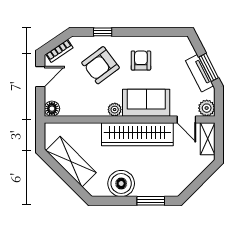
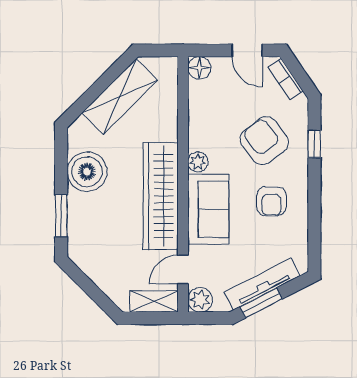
armchair: (141, 60) -> (271, 201), turned 90
tv unit: (200, 73) -> (262, 284), width x1.41

